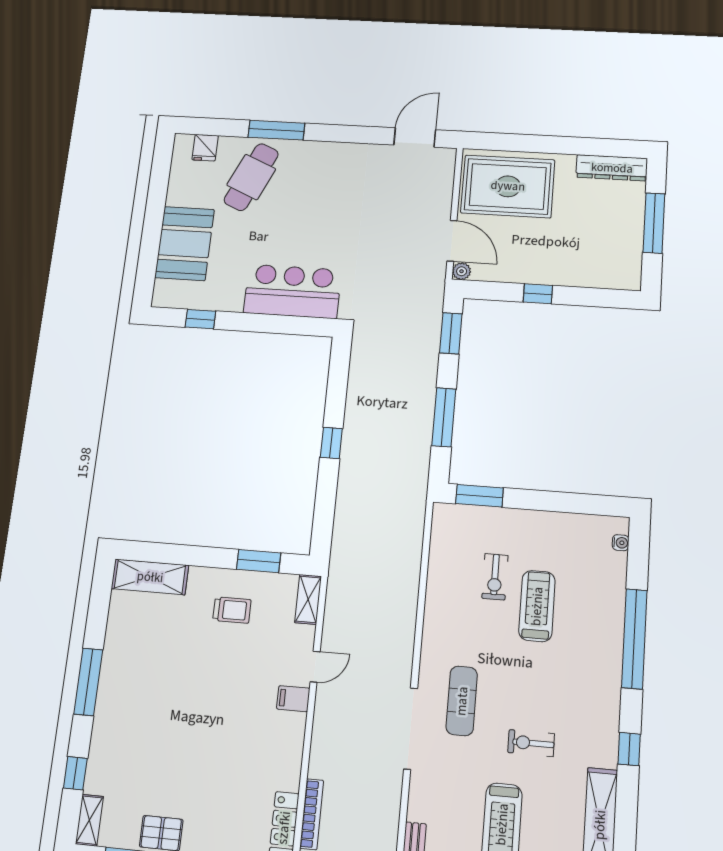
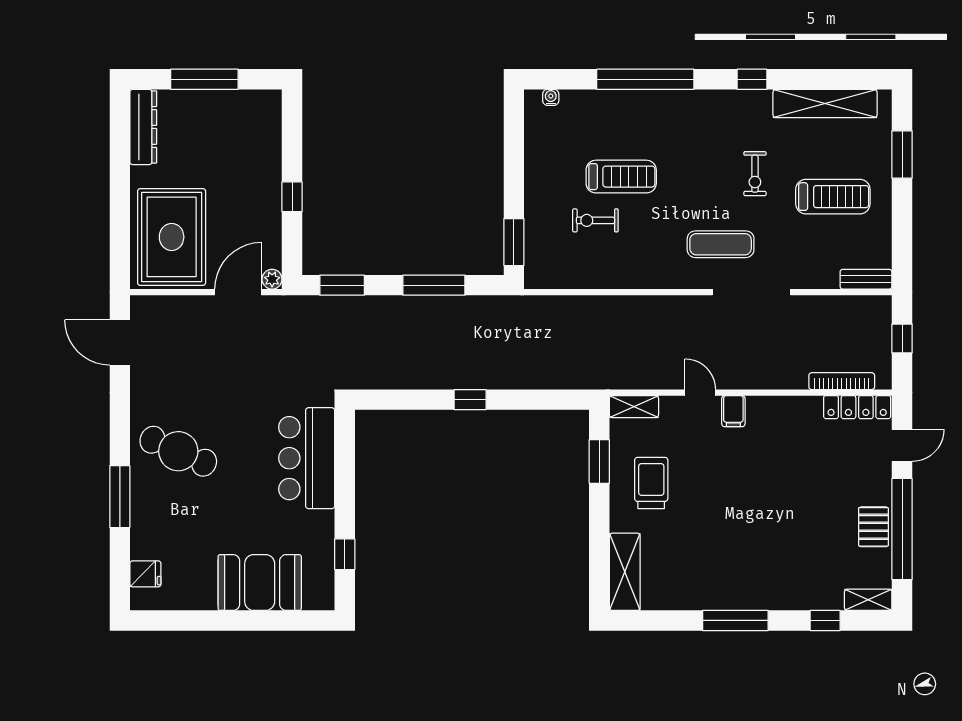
cafe table: (251, 177) -> (178, 451), moved
exercise bike: (495, 577) -> (595, 220), turned 180
treadmill: (537, 606) -> (621, 177), turned 180
trolley: (232, 610) -> (651, 483), width x1.36, depth x1.39

